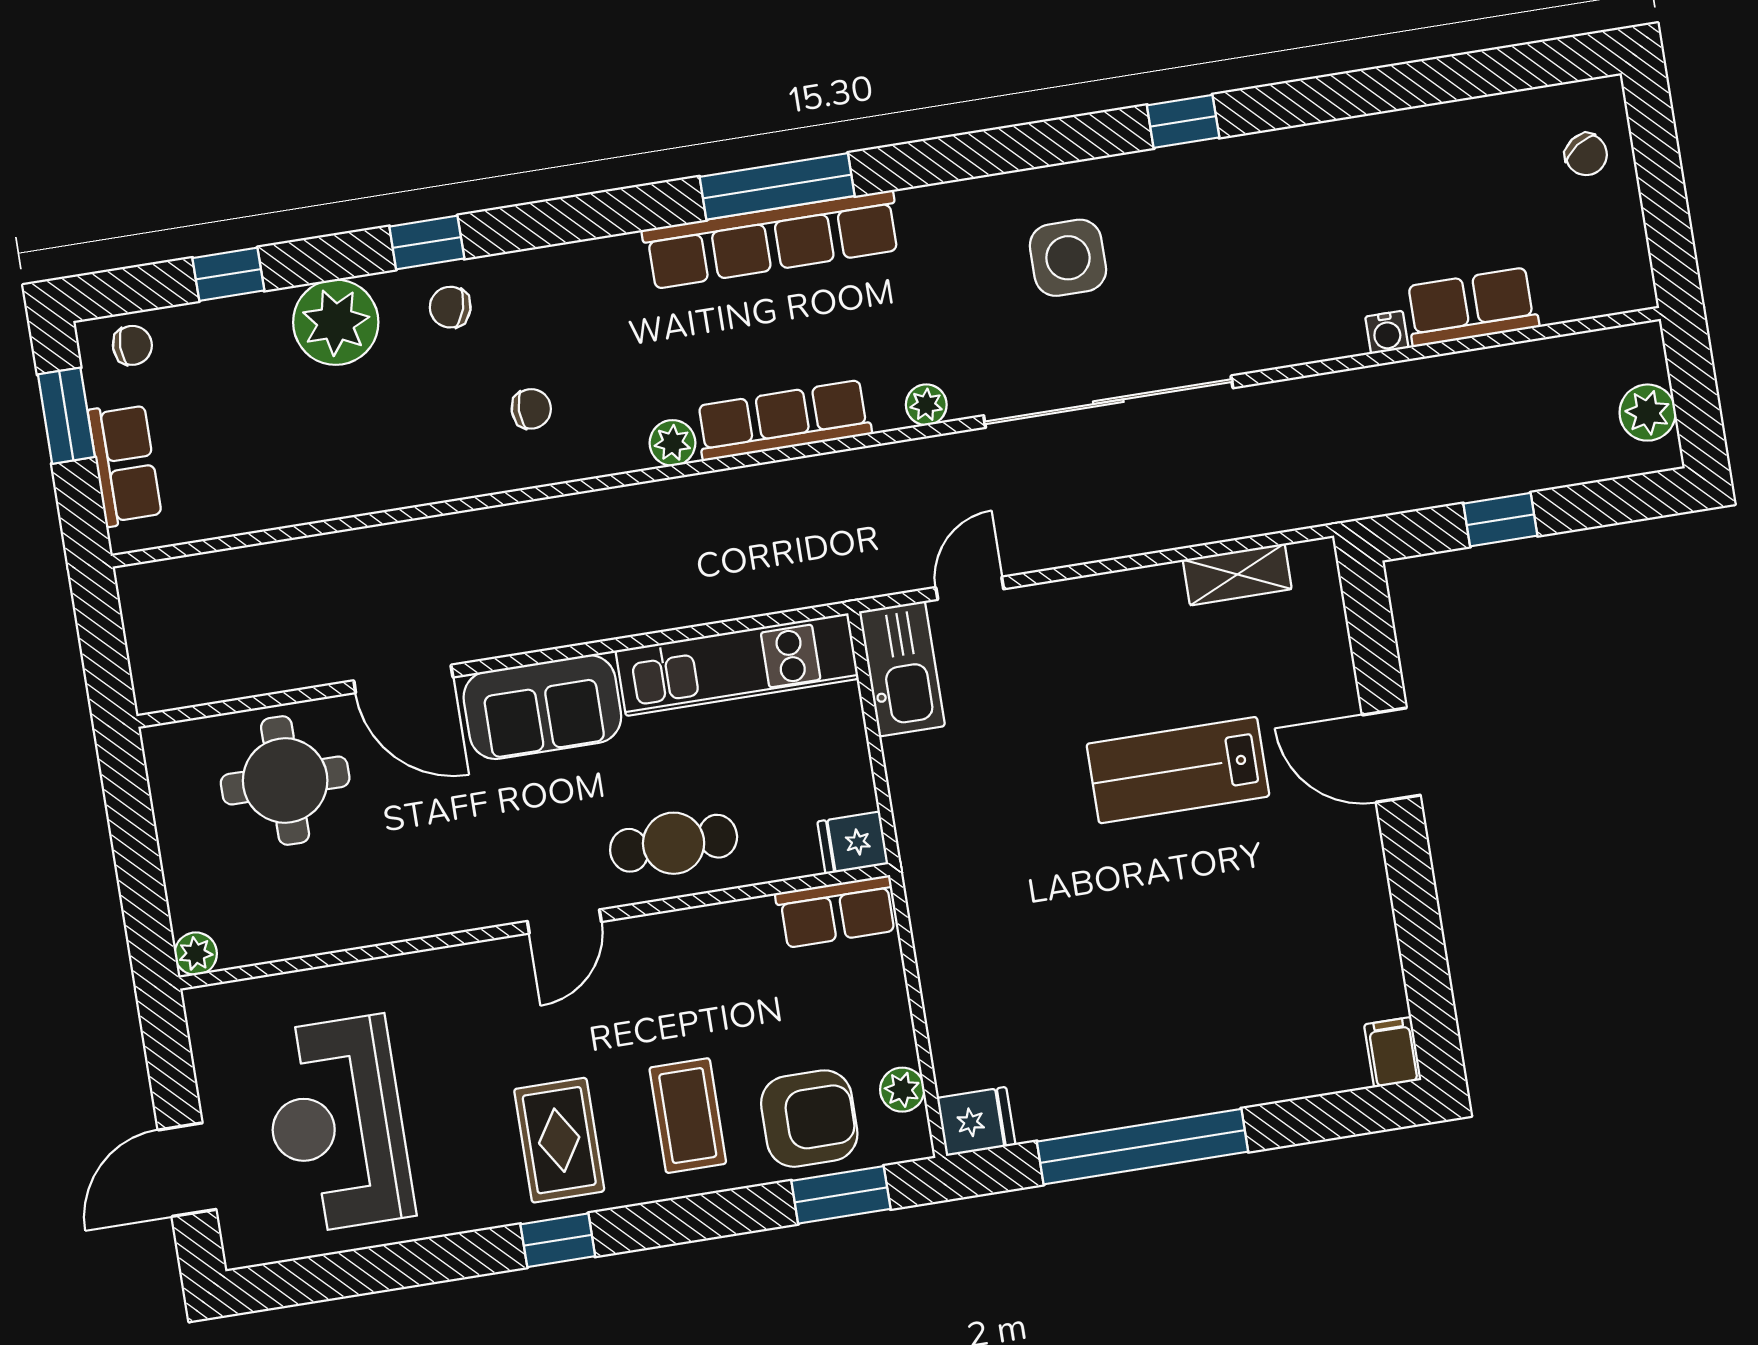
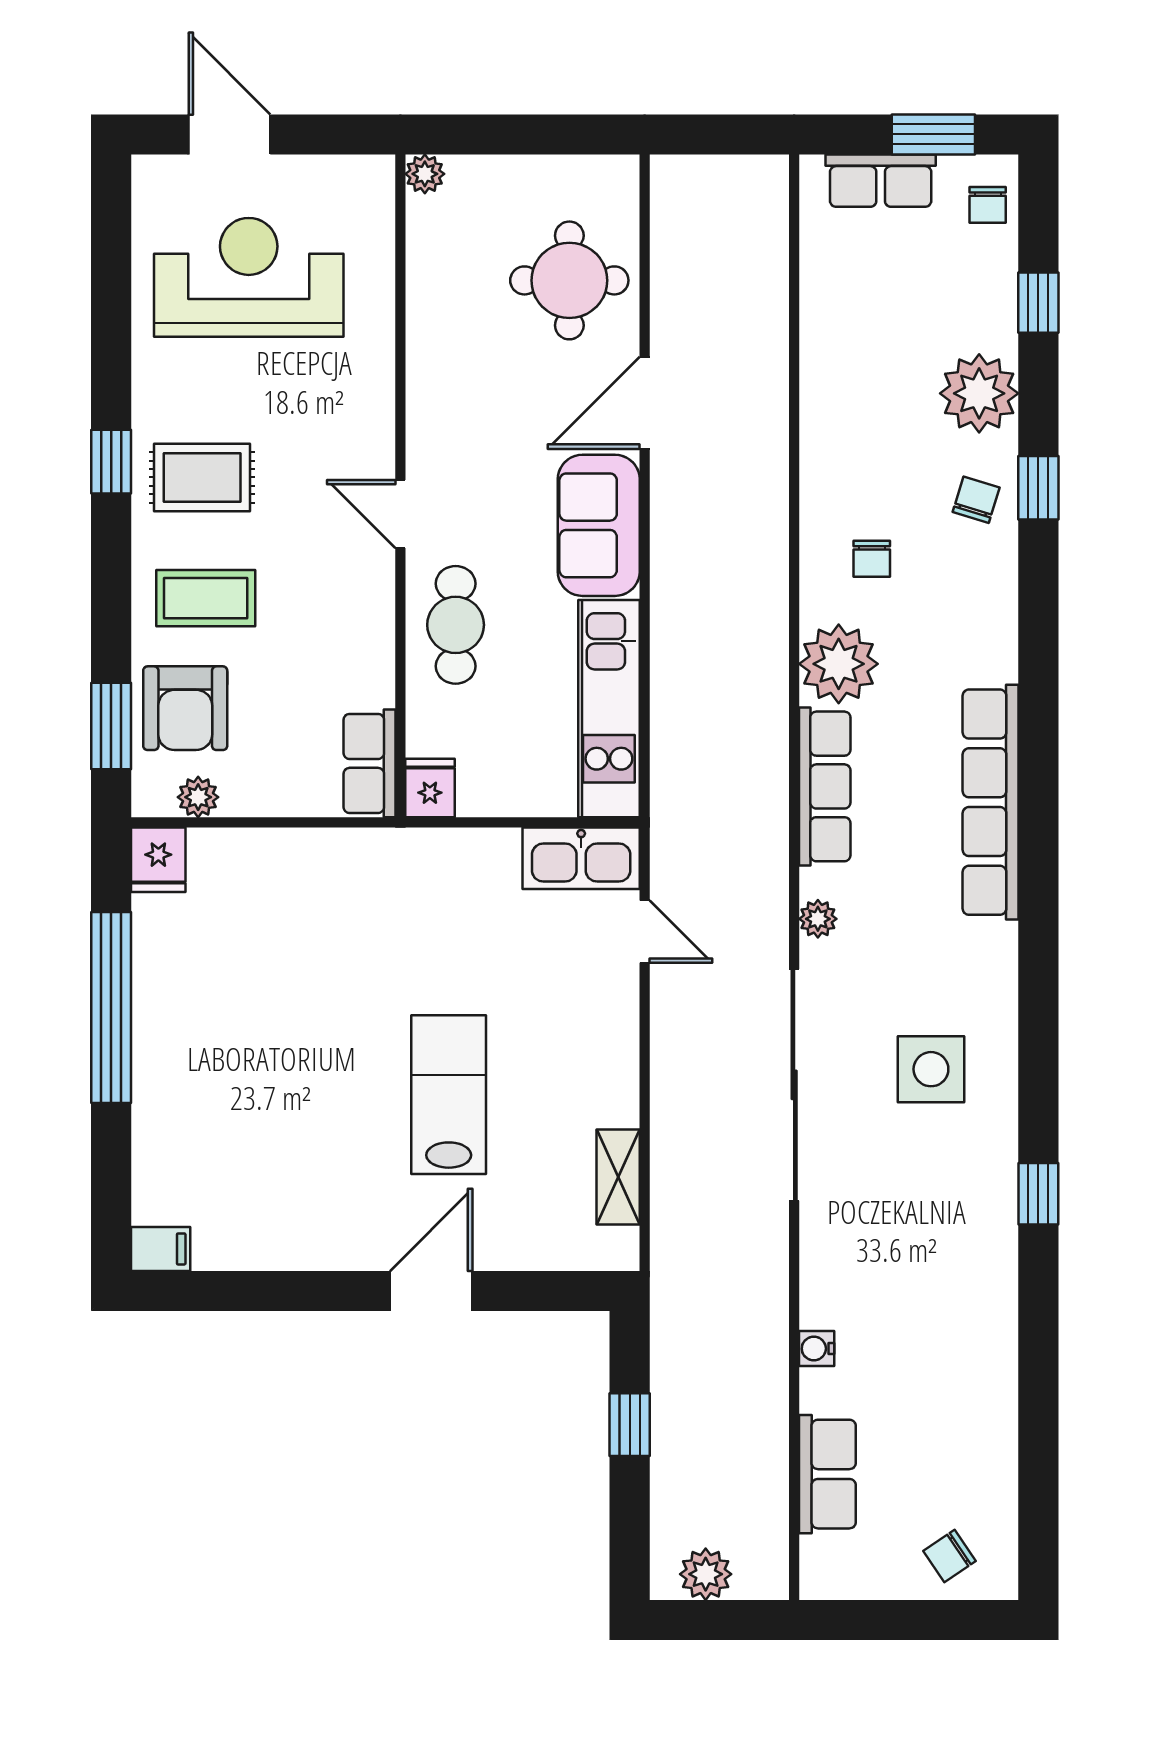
window: (777, 186) -> (1038, 815), removed
row of seats: (1472, 307) -> (827, 1474), moved
plant: (672, 443) -> (839, 664), width x1.88, depth x1.88

